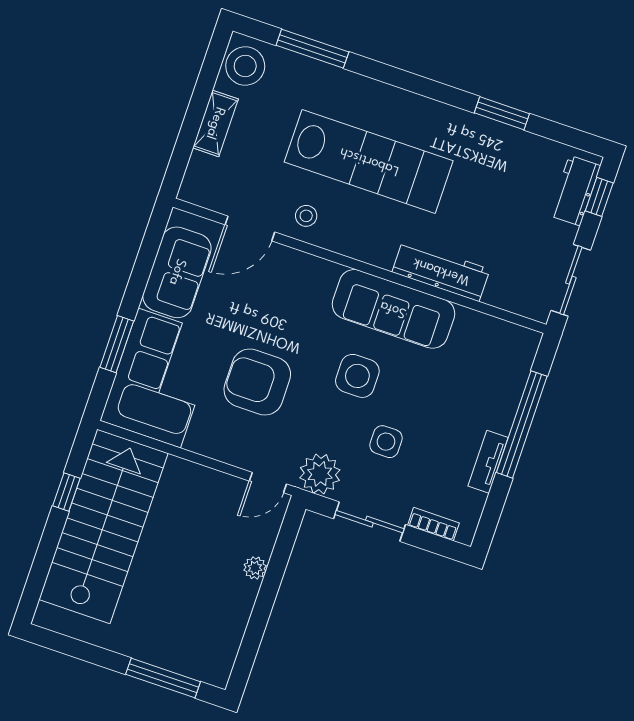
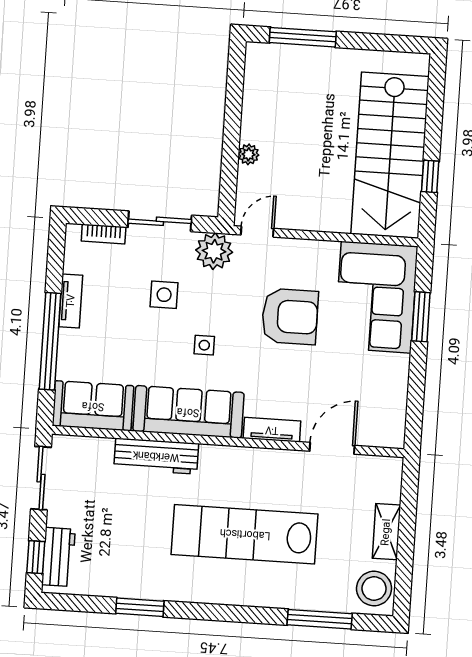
stool: (306, 216) -> (286, 472), removed
tv unit: (309, 266) -> (272, 430), added
sofa: (177, 272) -> (93, 406), moved, turned 90
side table: (357, 376) -> (204, 345), width x0.54, depth x0.54

